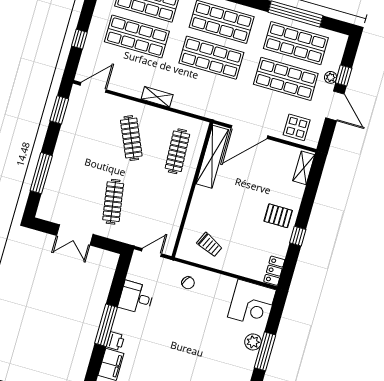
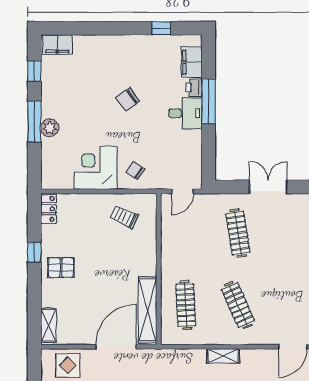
desk: (136, 298) -> (185, 113), moved
corner desk: (252, 303) -> (96, 168), moved
chair: (177, 348) -> (127, 99), added

